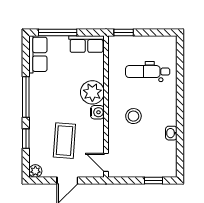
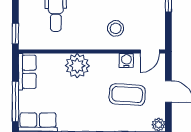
water cooler: (97, 112) -> (126, 61), moved
stool: (133, 116) -> (116, 28), moved

